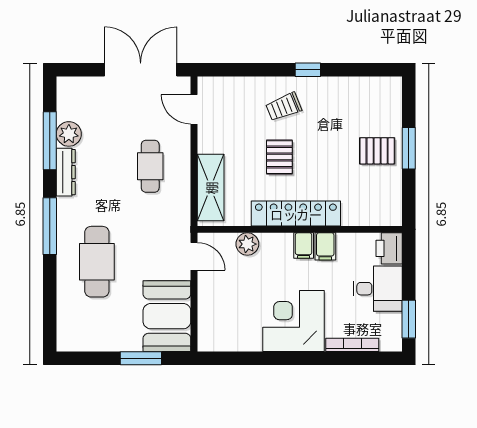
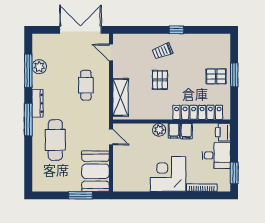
dresser: (66, 172) -> (37, 103), moved
locker: (296, 214) -> (198, 112), moved
plant: (247, 244) -> (159, 130), moved

